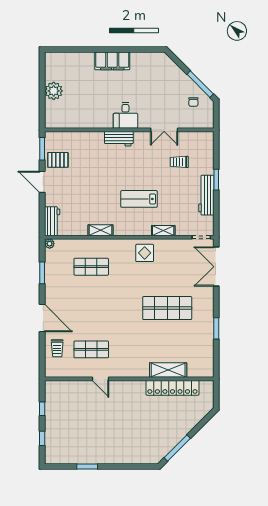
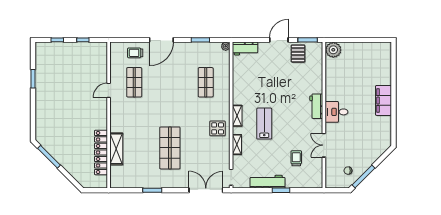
plant: (54, 91) -> (333, 50), moved
shelving: (100, 230) -> (237, 116), moved

